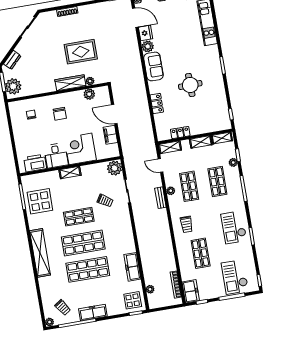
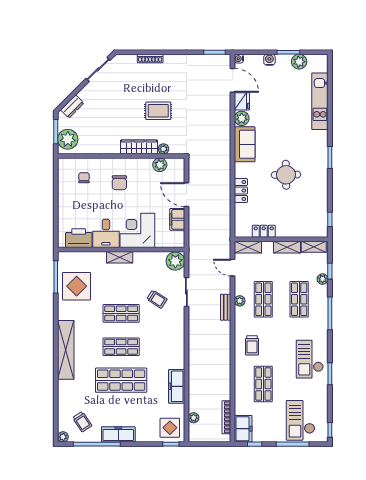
rug: (81, 52) -> (158, 111), width x0.73, depth x0.70
shop shelf: (83, 243) -> (121, 347), width x0.70, depth x0.74

